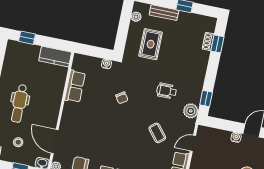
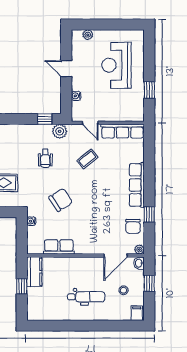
window: (27, 38) -> (22, 286), moved
chair: (122, 98) -> (61, 200), width x1.87, depth x1.87
water cooler: (236, 137) -> (76, 96), moved

